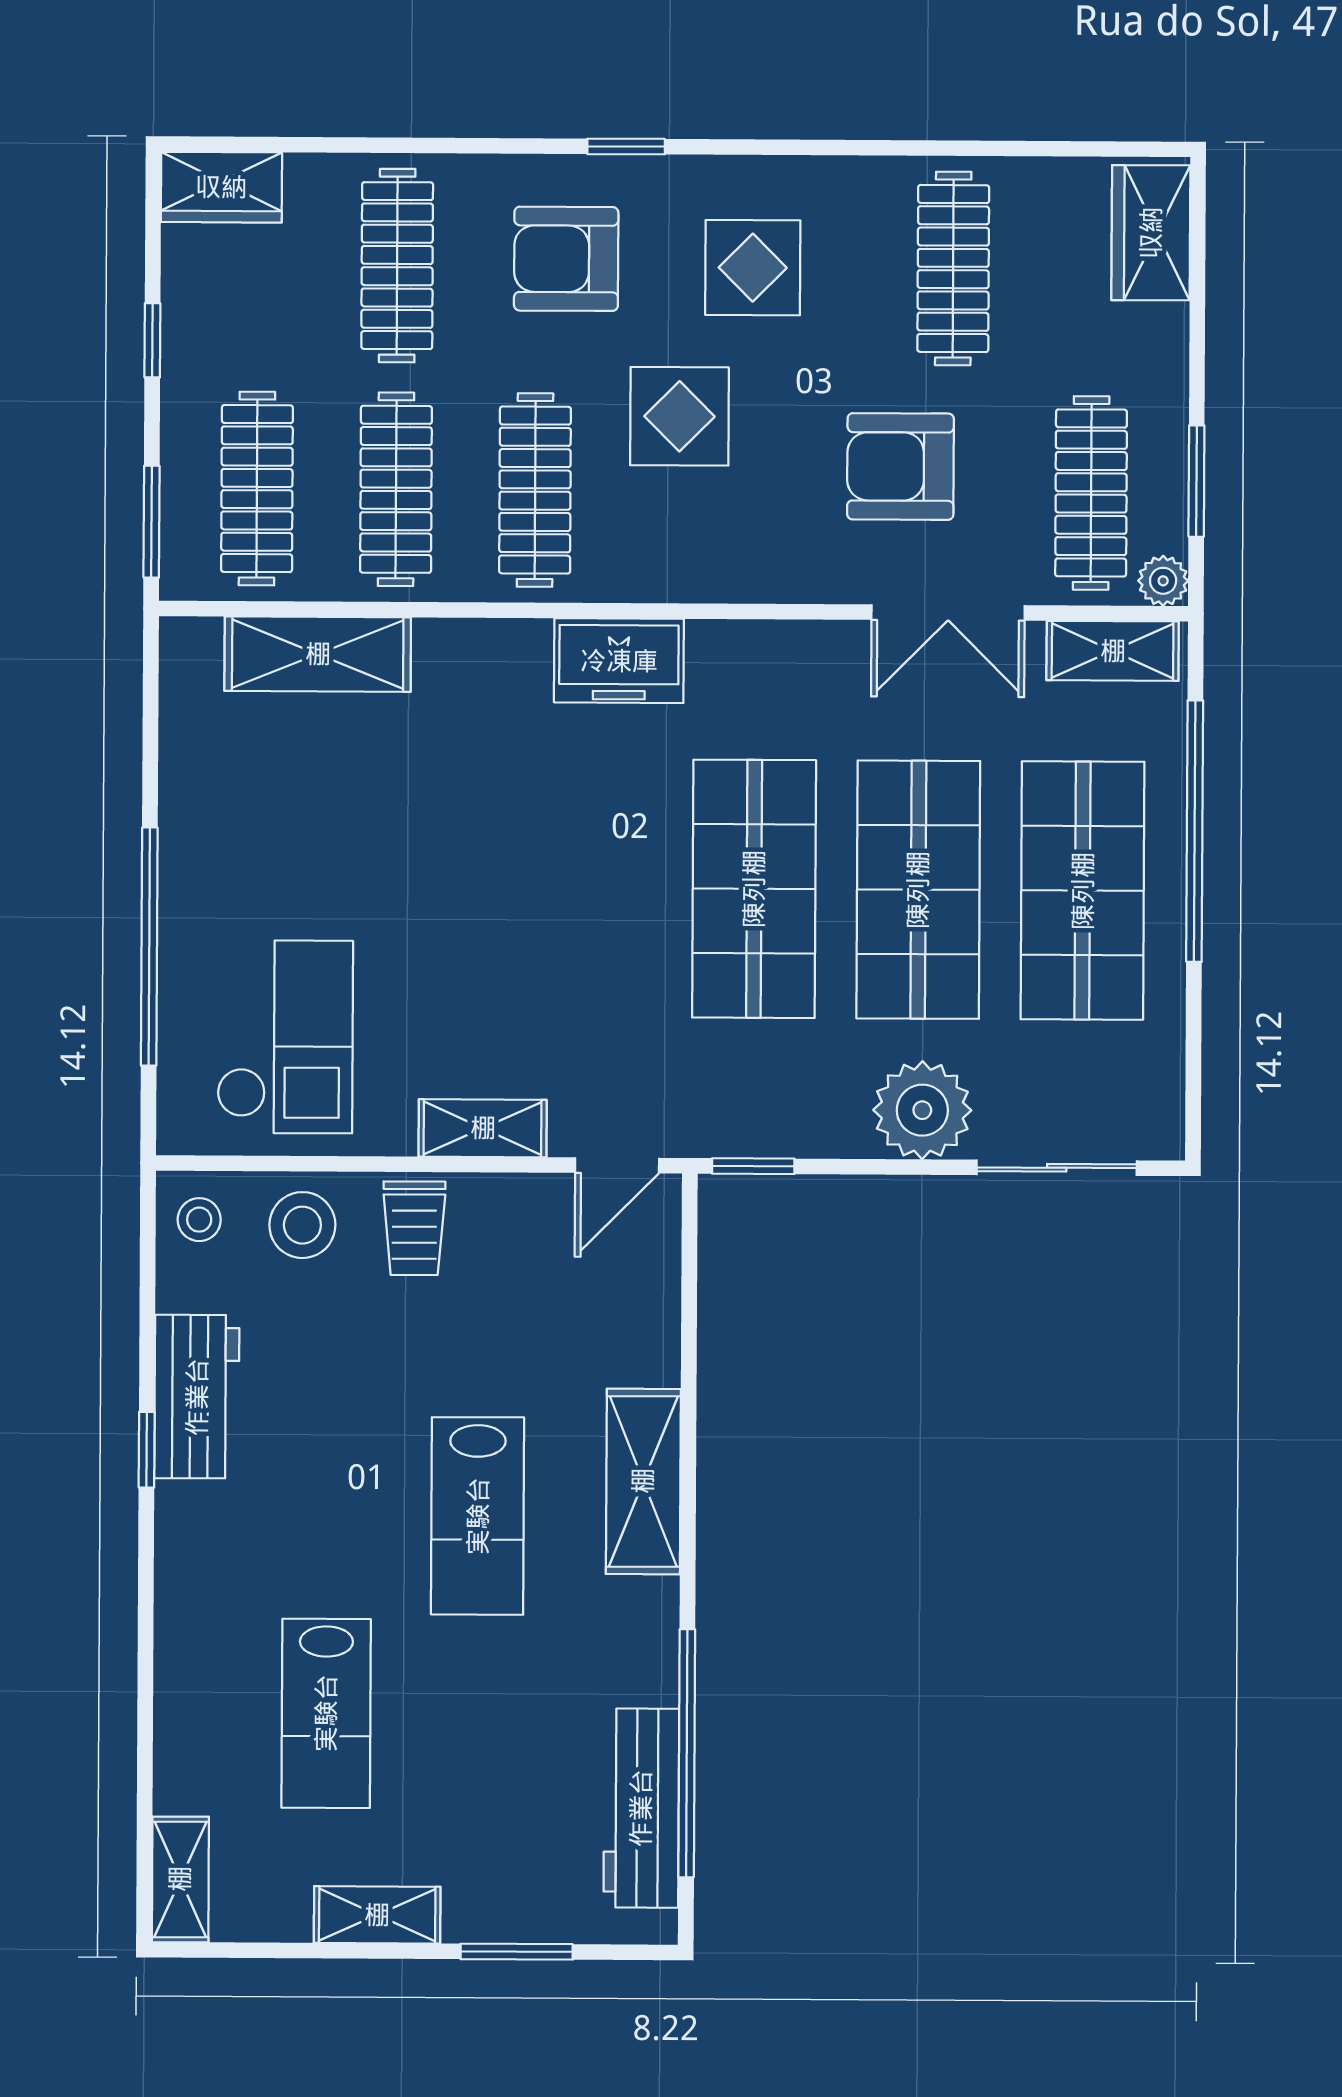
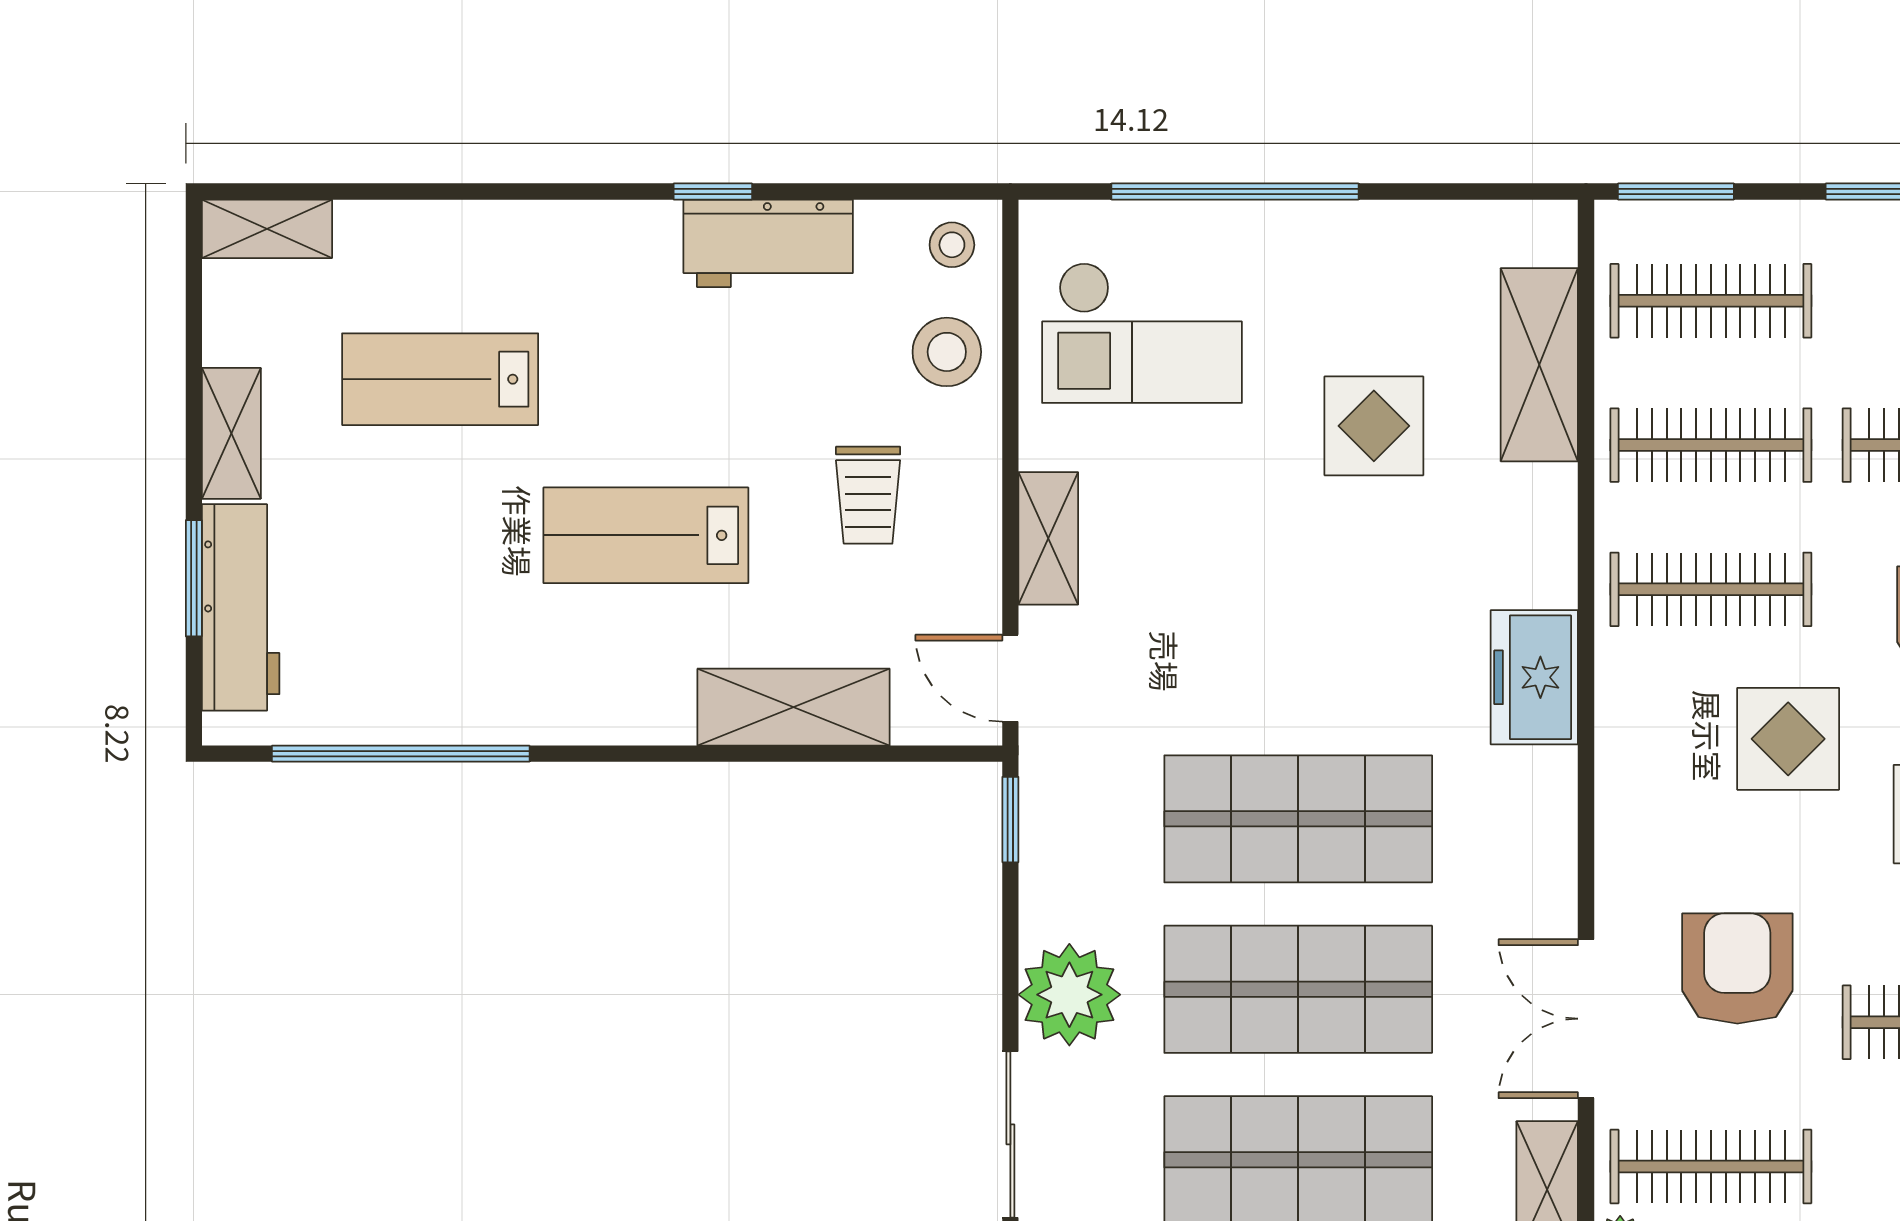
display table: (376, 814) -> (1374, 426), added
trolley: (414, 1228) -> (868, 495), moved, turned -90
shelving: (643, 1481) -> (794, 707), moved
workbench: (641, 1808) -> (241, 607), moved, turned 90

